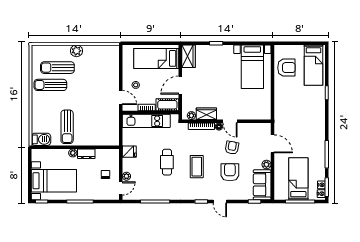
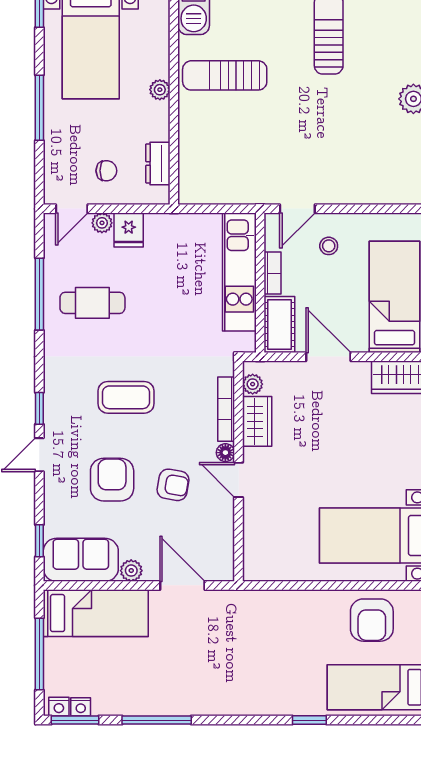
sun lounger: (57, 68) -> (372, 52), removed
door: (230, 121) -> (239, 480), hinge flipped
door: (272, 144) -> (182, 585), swing flipped
fridge: (129, 152) -> (129, 230), moved
dresser: (86, 154) -> (158, 163), moved
cafe table: (167, 162) -> (92, 303), moved
armchair: (230, 172) -> (112, 480), turned -90
bed: (298, 179) -> (96, 613), moved
door: (121, 188) -> (72, 209), hinge flipped

